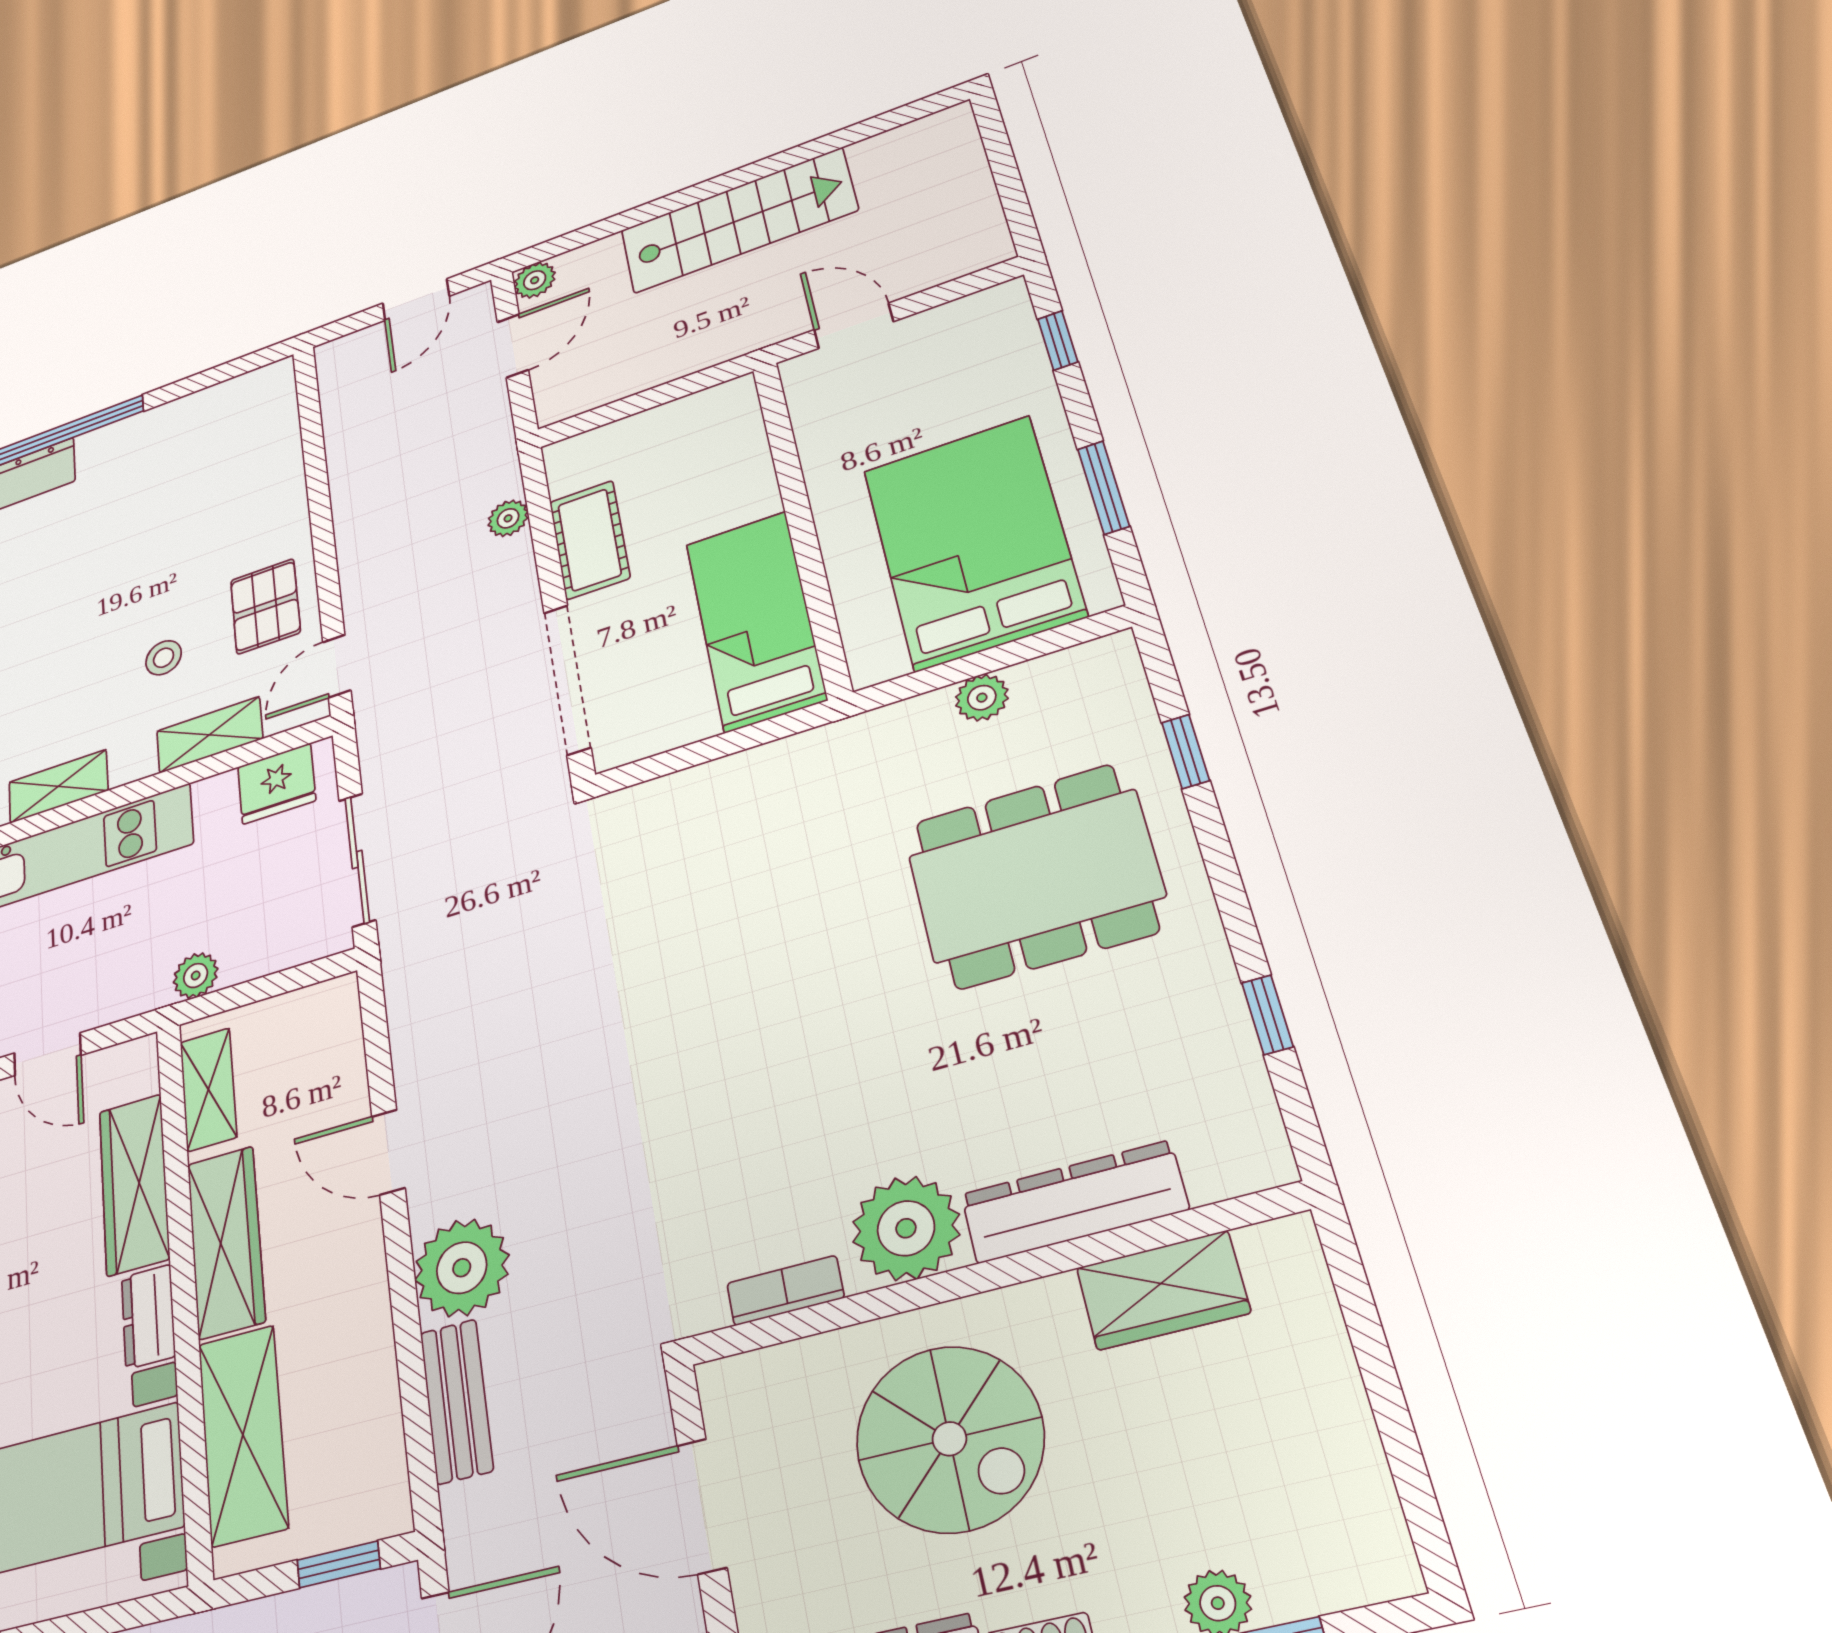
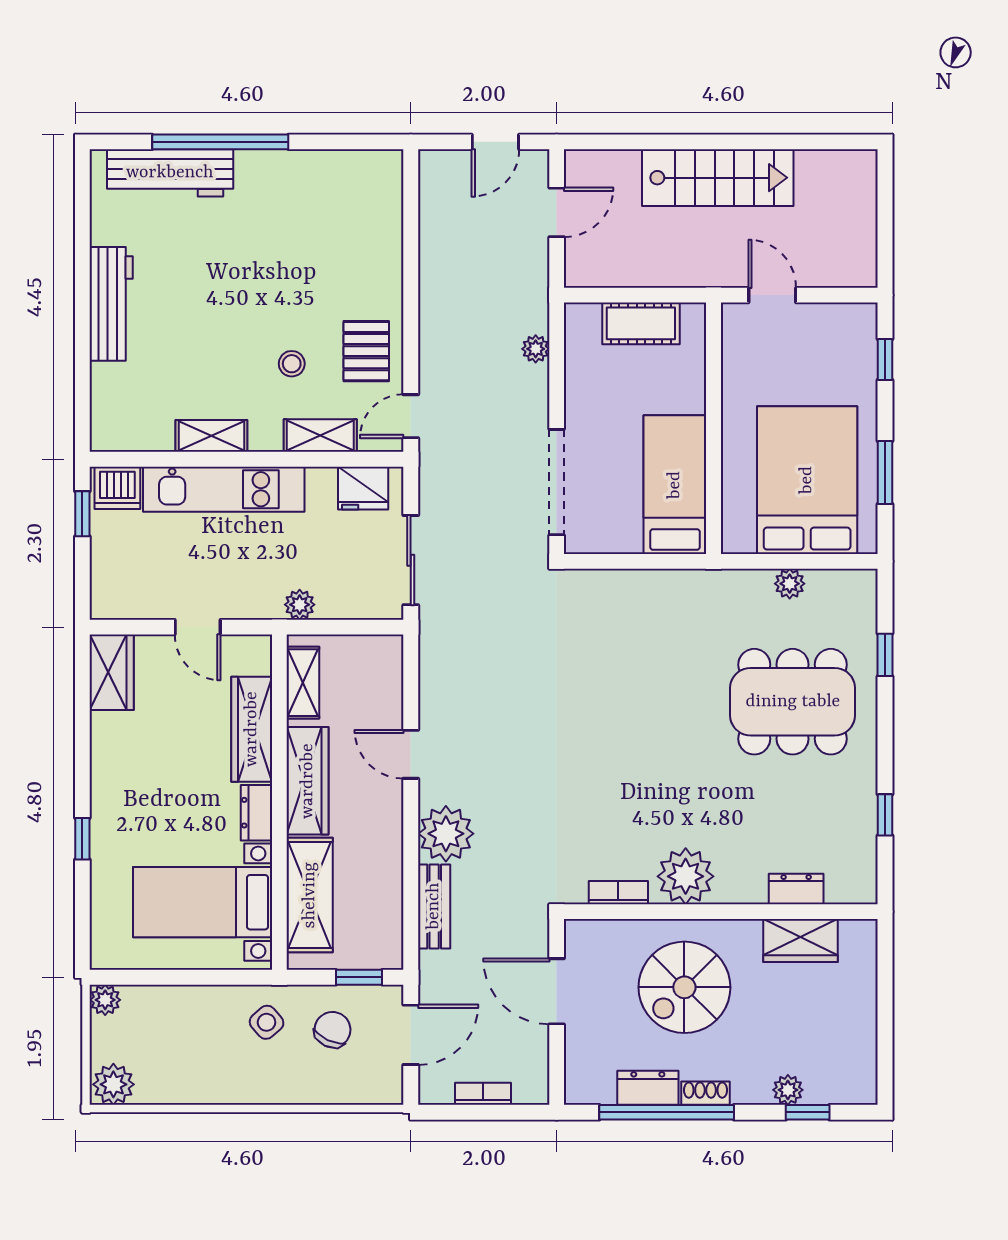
plant: (535, 280) -> (579, 164), removed
cot: (590, 540) -> (641, 323), moved, turned 90
dresser: (1074, 1202) -> (796, 889), width x0.51, depth x0.80
spiral stairs: (949, 1439) -> (684, 987), turned 90

